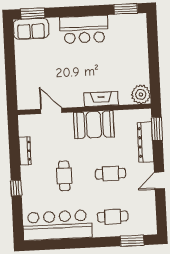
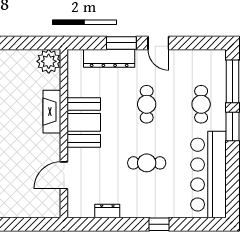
window: (157, 129) -> (121, 43), moved
dresser: (25, 151) -> (107, 211), width x0.70
window: (132, 241) -> (233, 81), width x1.44
window: (96, 242) -> (233, 127), added

